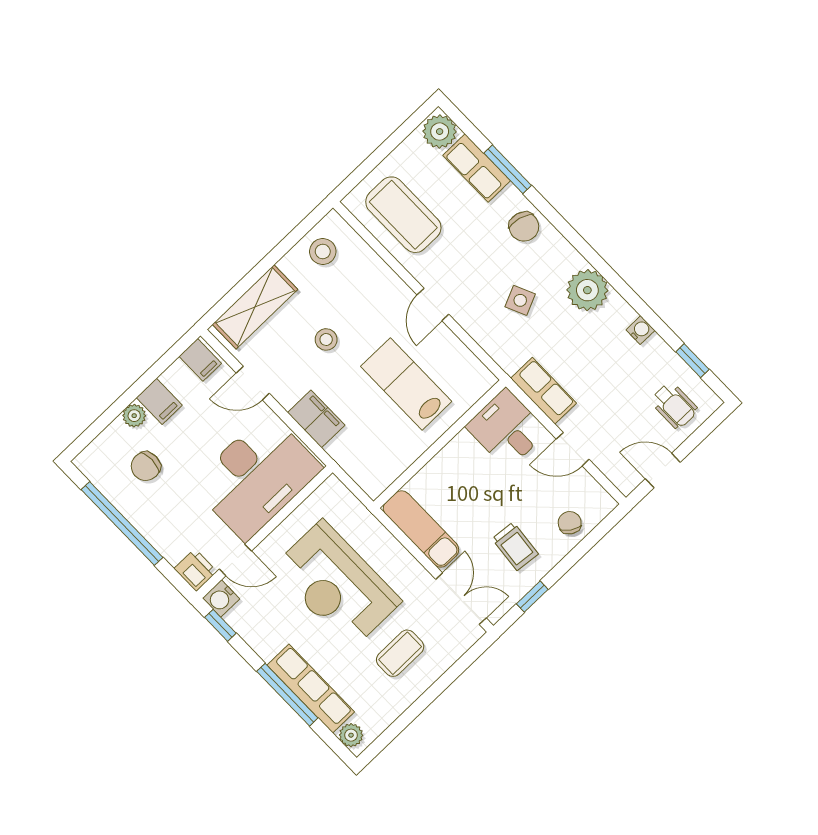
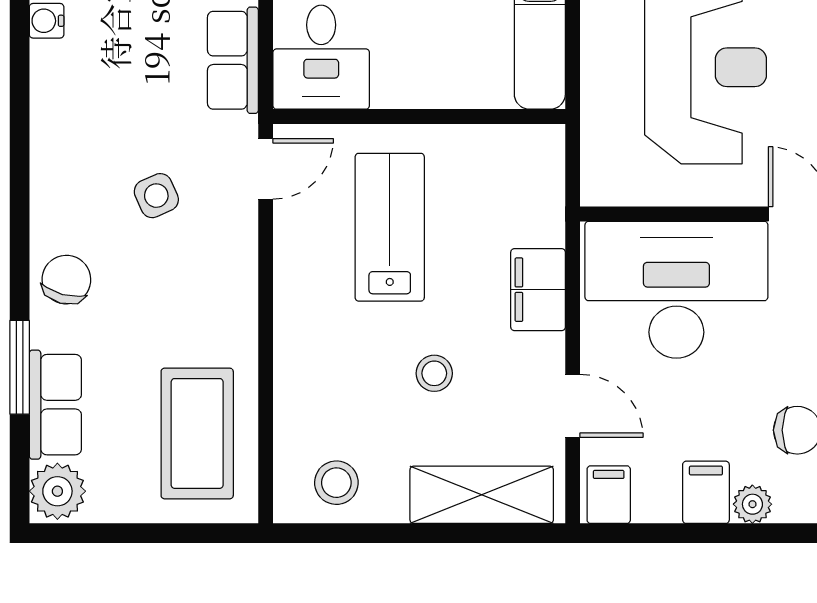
plant: (587, 290) -> (64, 130), removed
door: (433, 305) -> (266, 169), moved
lab bench: (406, 384) -> (390, 227), turned 180

